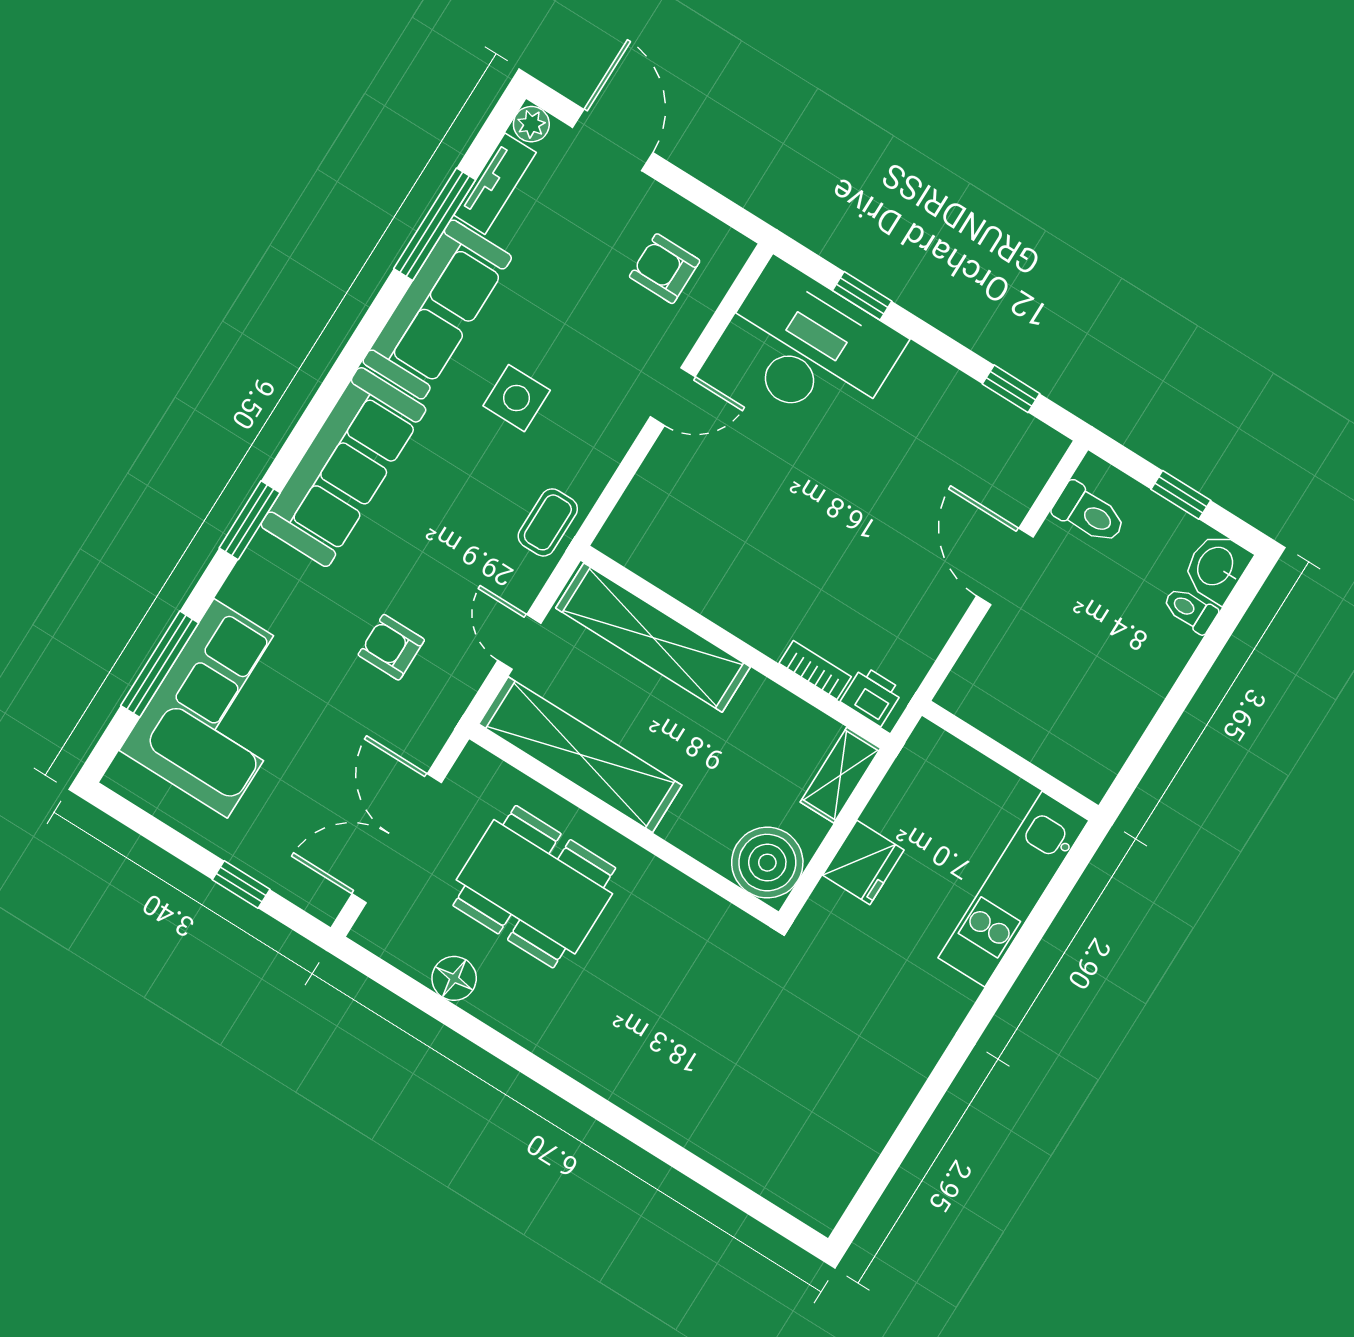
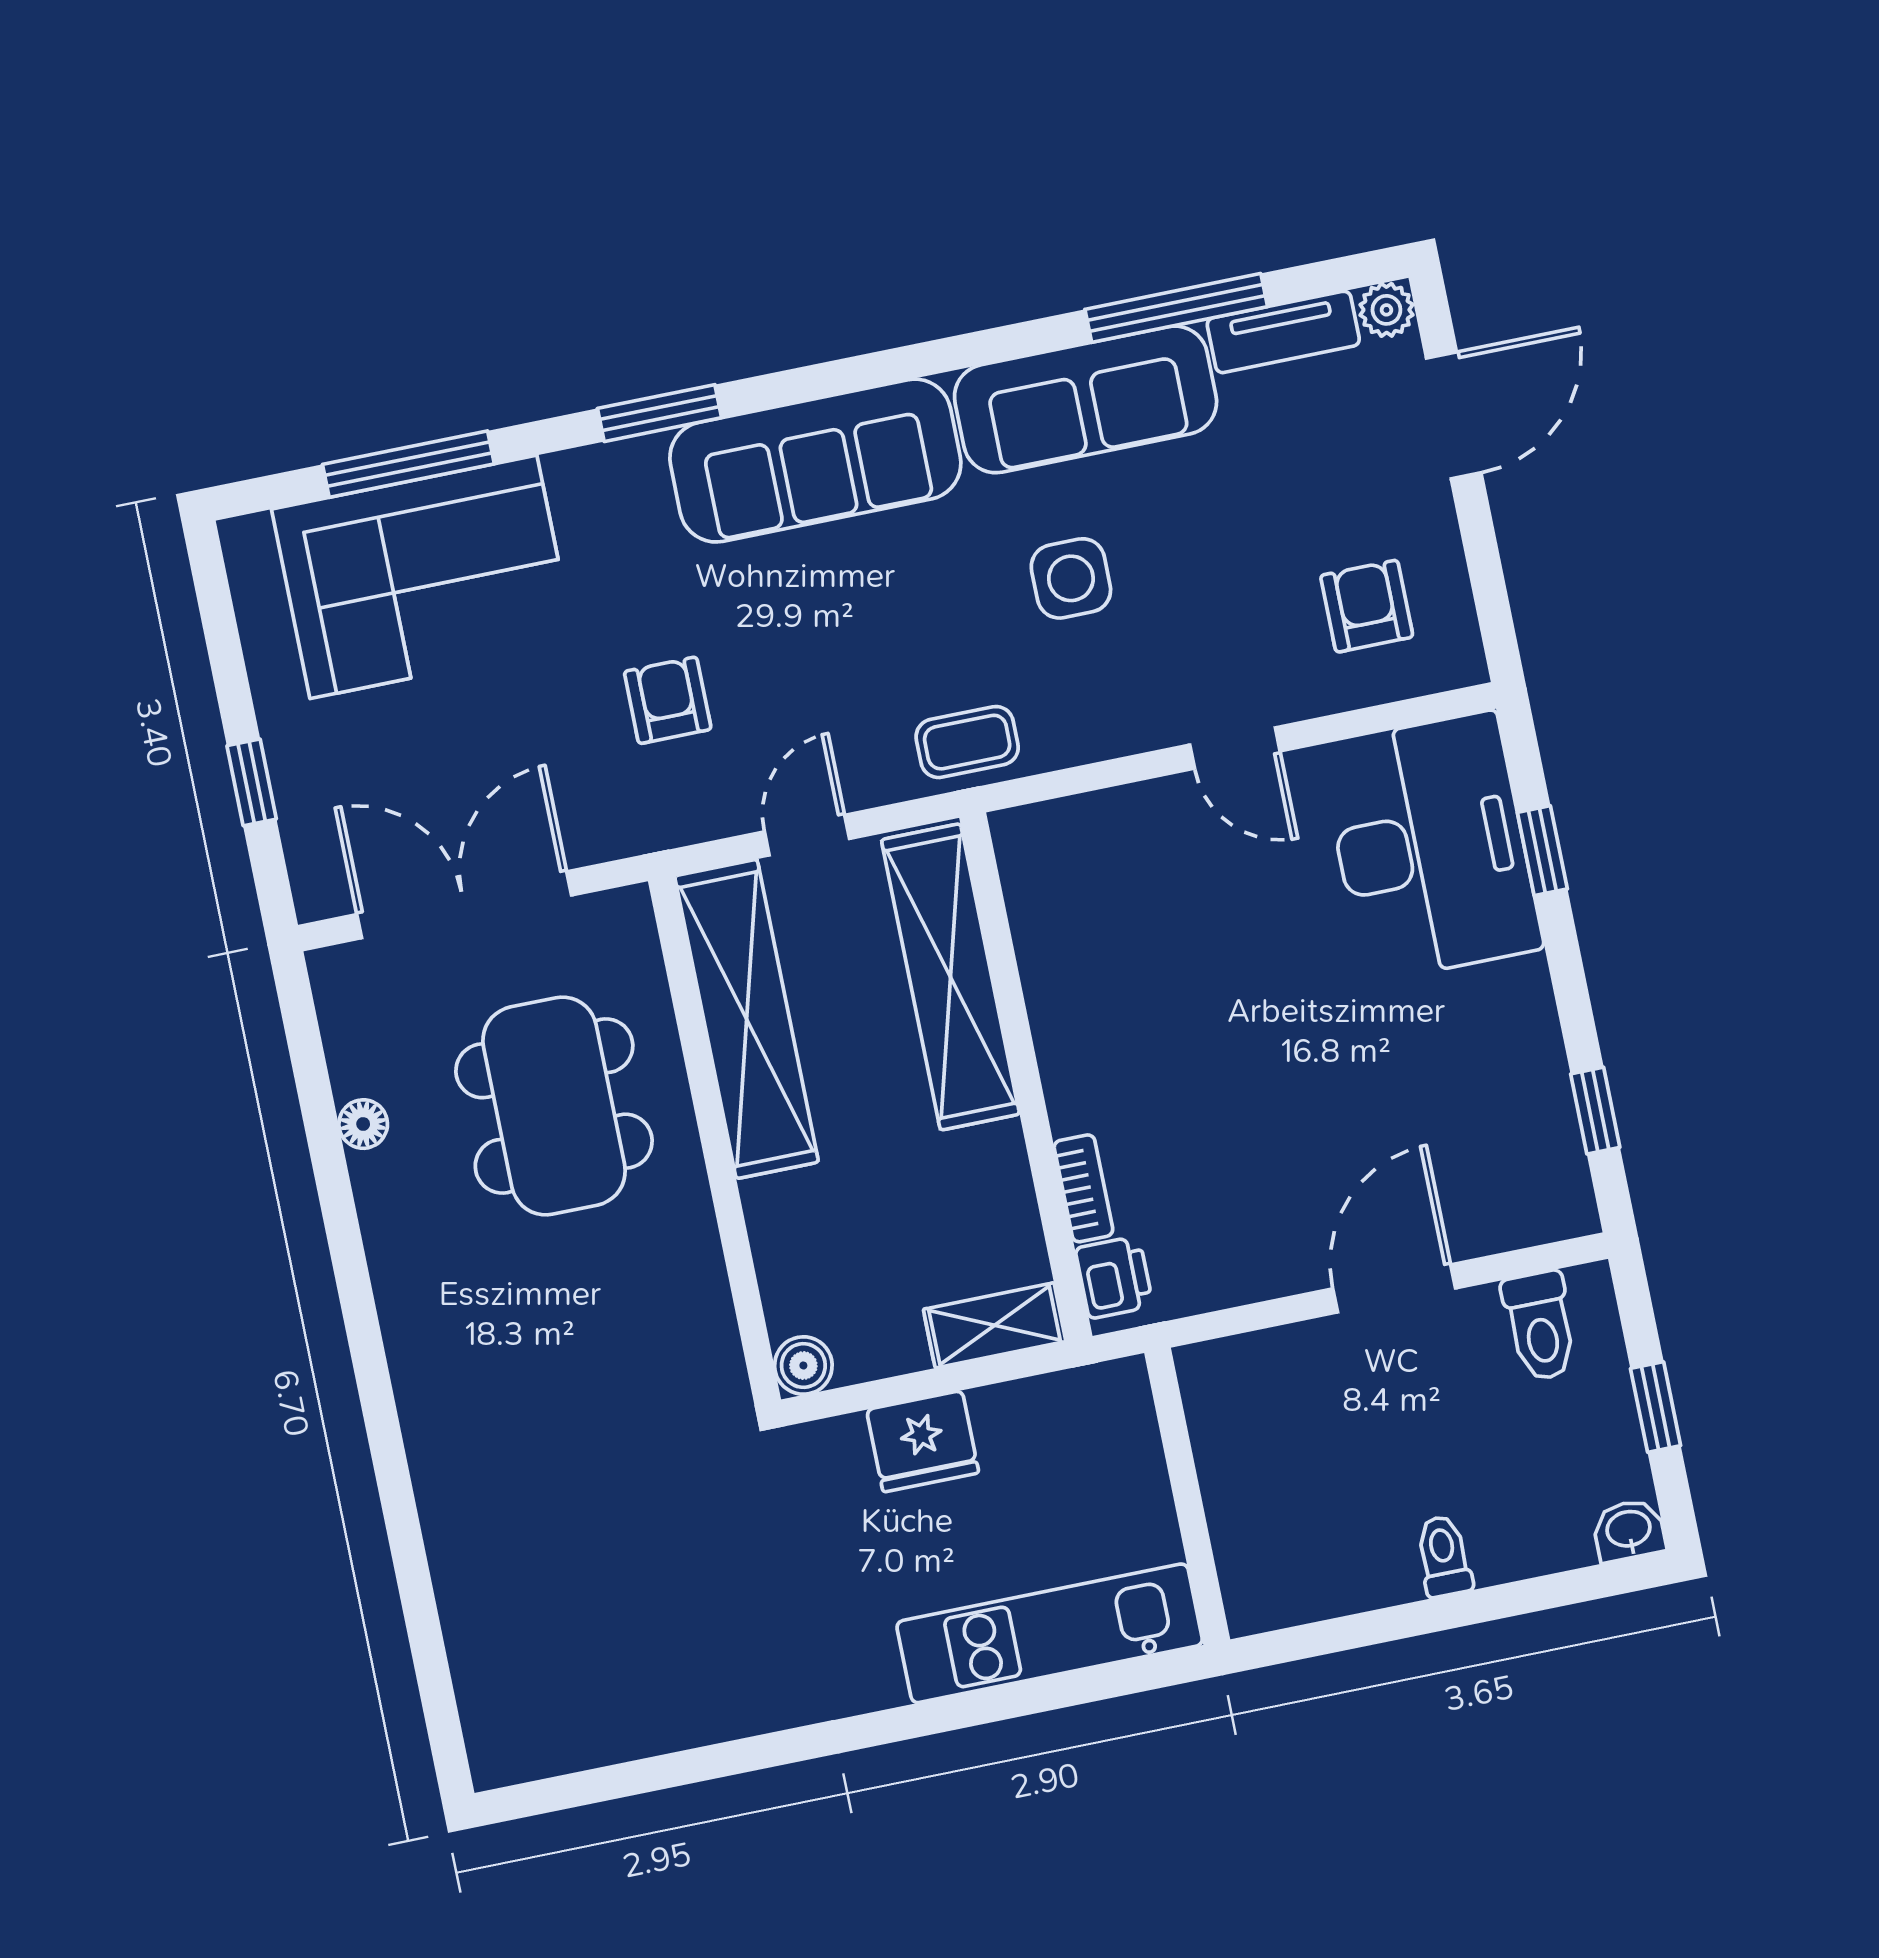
washbasin: (1216, 567) -> (1629, 1530), width x0.72, depth x0.69
toilet: (1190, 610) -> (1444, 1556), moved
boiler: (767, 863) -> (803, 1365), width x0.54, depth x0.54
floor lamp: (454, 978) -> (363, 1124), width x0.73, depth x0.73

